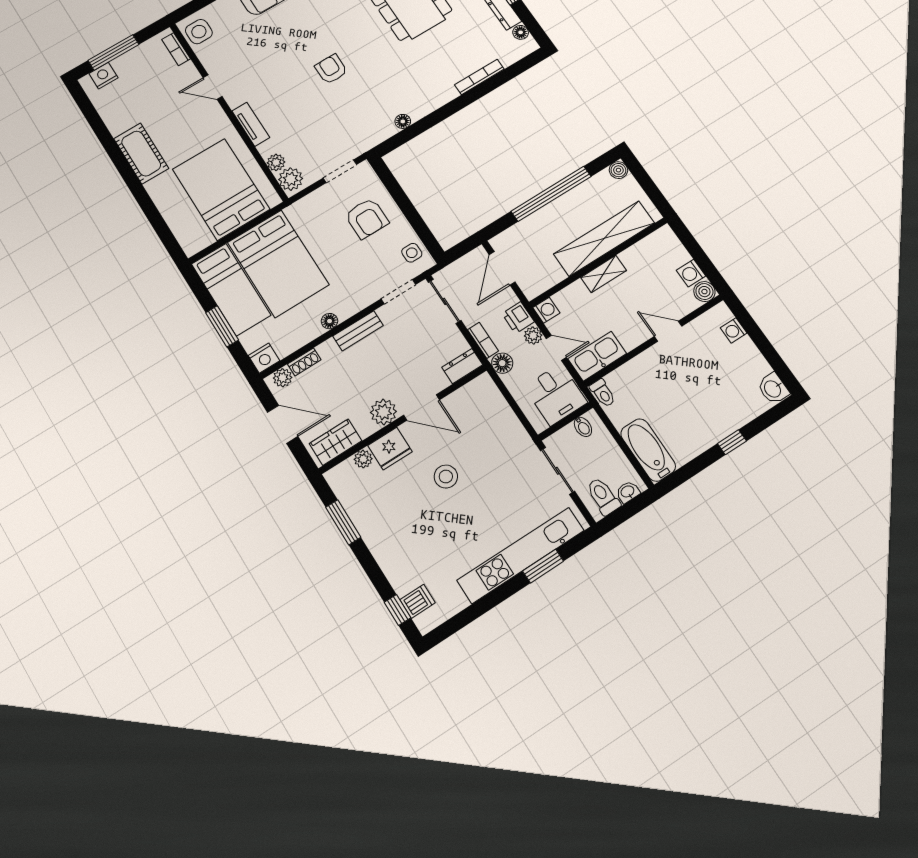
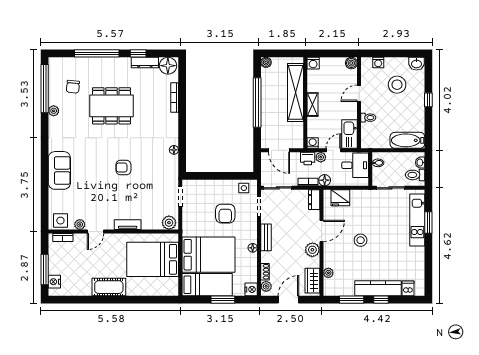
floor lamp: (521, 32) -> (168, 66), width x1.89, depth x1.89
plant: (276, 162) -> (80, 225), moved
armchair: (367, 218) -> (225, 214), moved, turned 90
washing machine: (691, 273) -> (313, 63), moved
stool: (721, 380) -> (397, 85), added
toilet: (603, 393) -> (368, 118), moved
fridge: (390, 449) -> (340, 198), moved, turned 90
kitchen counter: (388, 553) -> (378, 288), added
kitchen unit: (521, 555) -> (417, 220), width x0.73
window: (397, 610) -> (381, 300), moved

